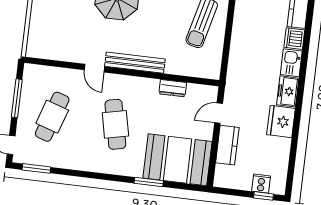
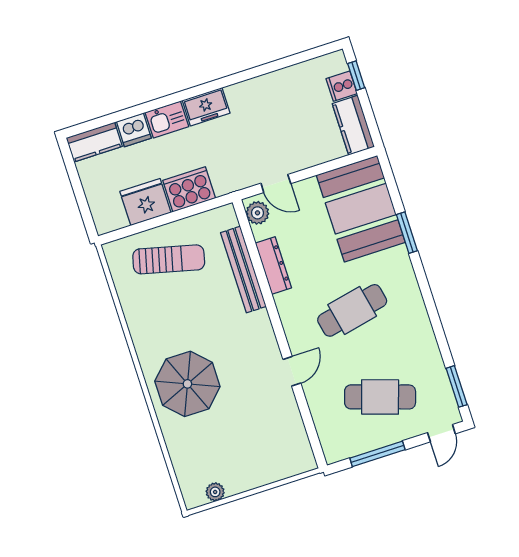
cooker: (240, 56) -> (189, 189), added
bench: (135, 63) -> (243, 270), moved
dresser: (173, 88) -> (273, 265), width x1.44
plant: (205, 93) -> (257, 213), added
fridge: (281, 122) -> (145, 202), moved, turned 180
kitchen counter: (227, 145) -> (353, 125), moved, turned -90

